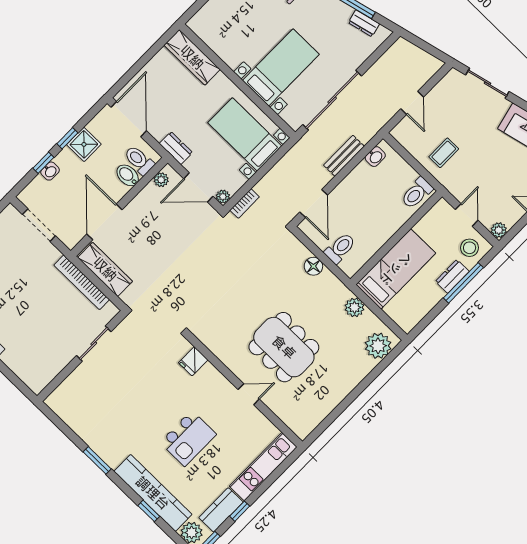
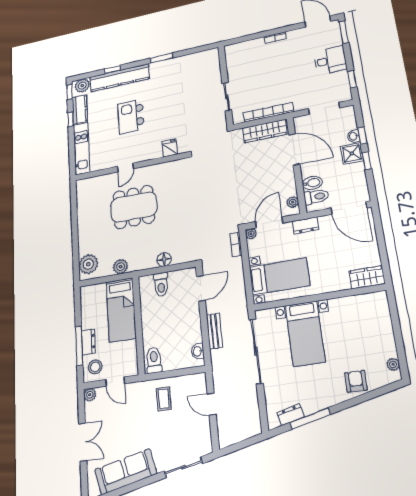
wardrobe: (192, 57) -> (367, 277), width x0.67
shower: (84, 144) -> (352, 153), moved
door: (314, 204) -> (201, 288), swing flipped

